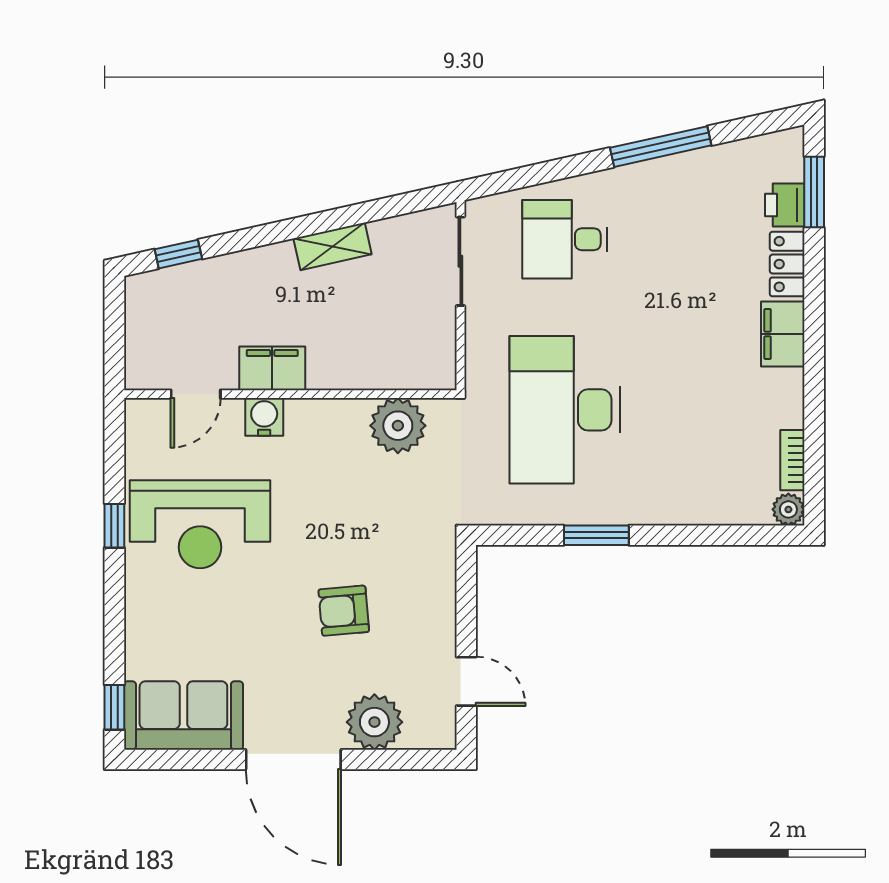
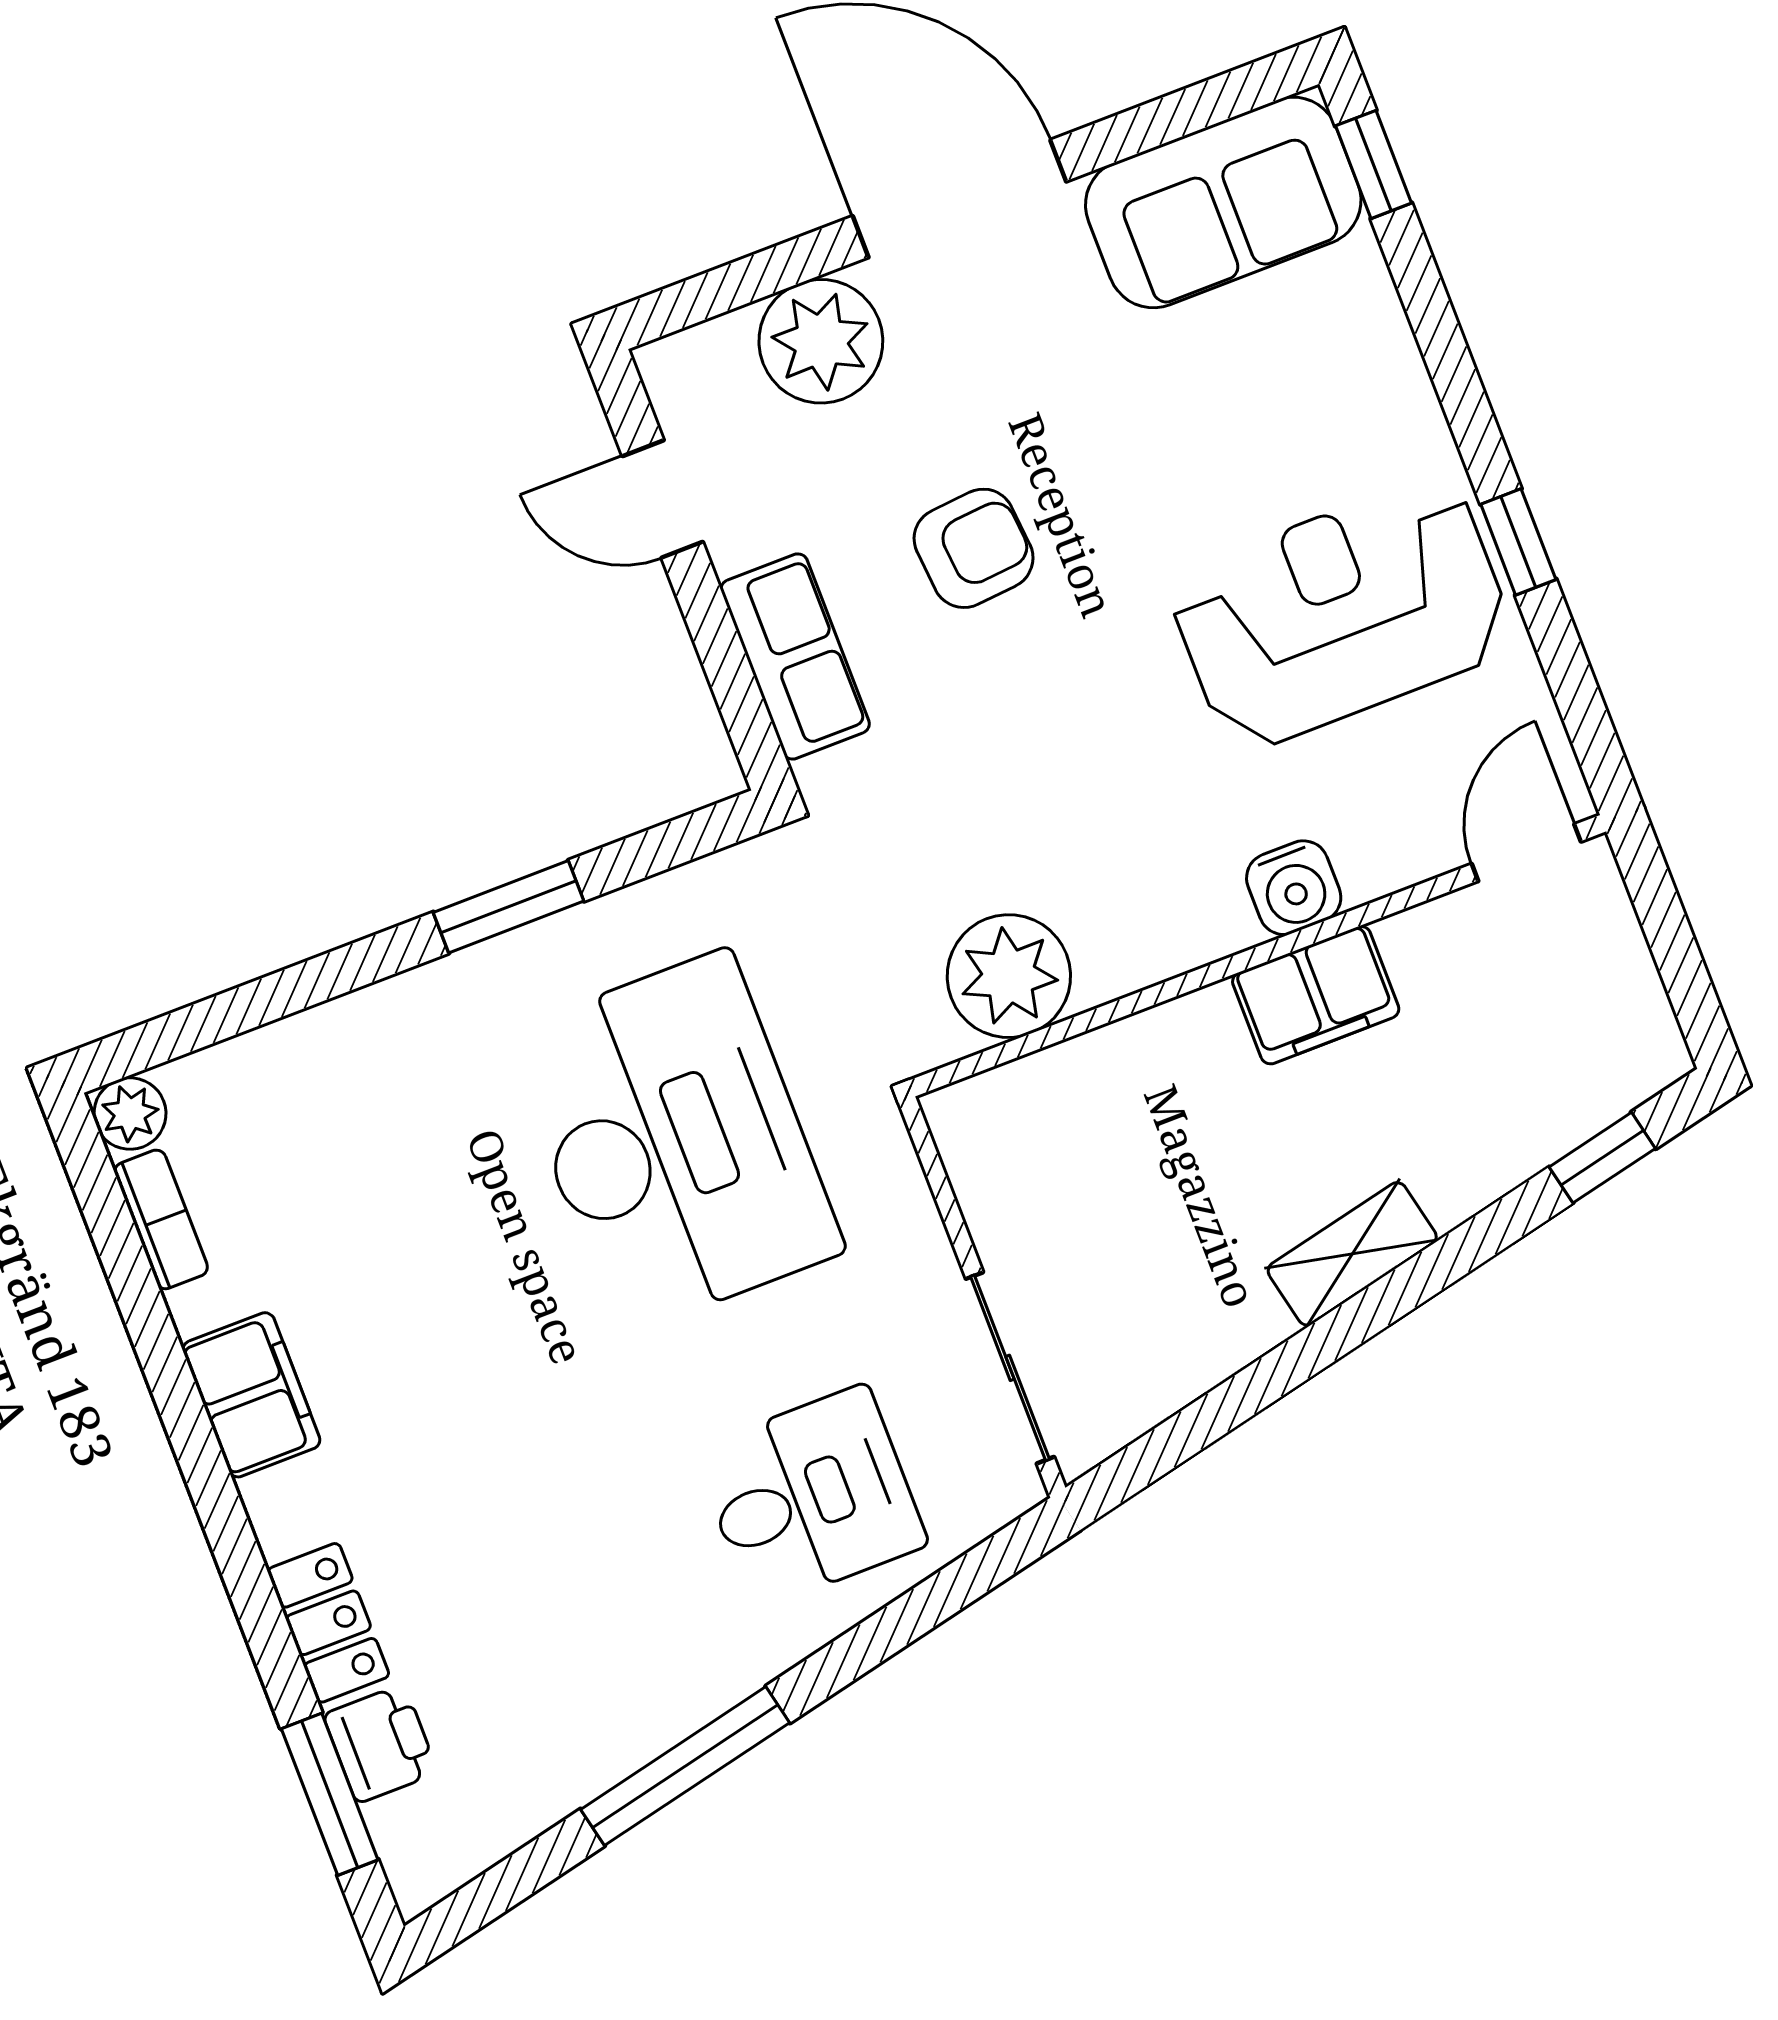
shelving: (333, 246) -> (1352, 1254), moved
filing cabinet: (783, 334) -> (251, 1395), moved
door: (196, 394) -> (1526, 853), moved
row of seats: (436, 594) -> (795, 656), added

